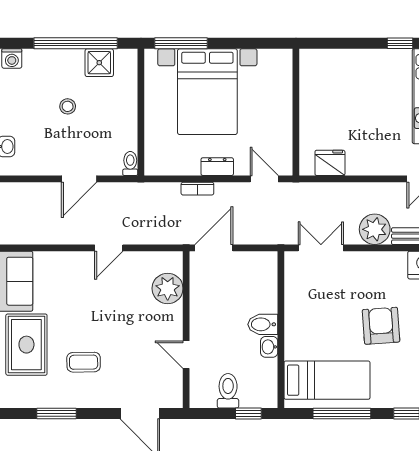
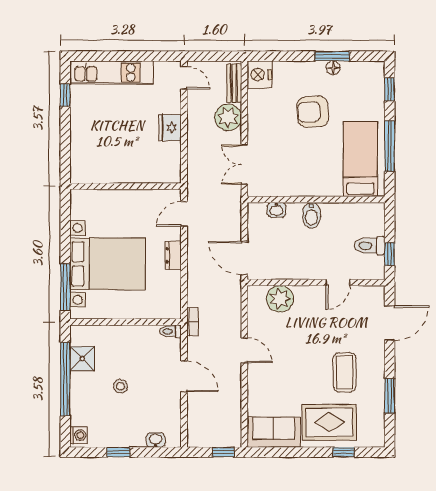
fridge: (330, 163) -> (170, 128), moved
bookcase: (197, 189) -> (193, 322), moved
washbasin: (269, 347) -> (276, 210), moved
coffee table: (84, 362) -> (345, 372), width x1.36, depth x1.30
window: (248, 414) -> (390, 254), moved

